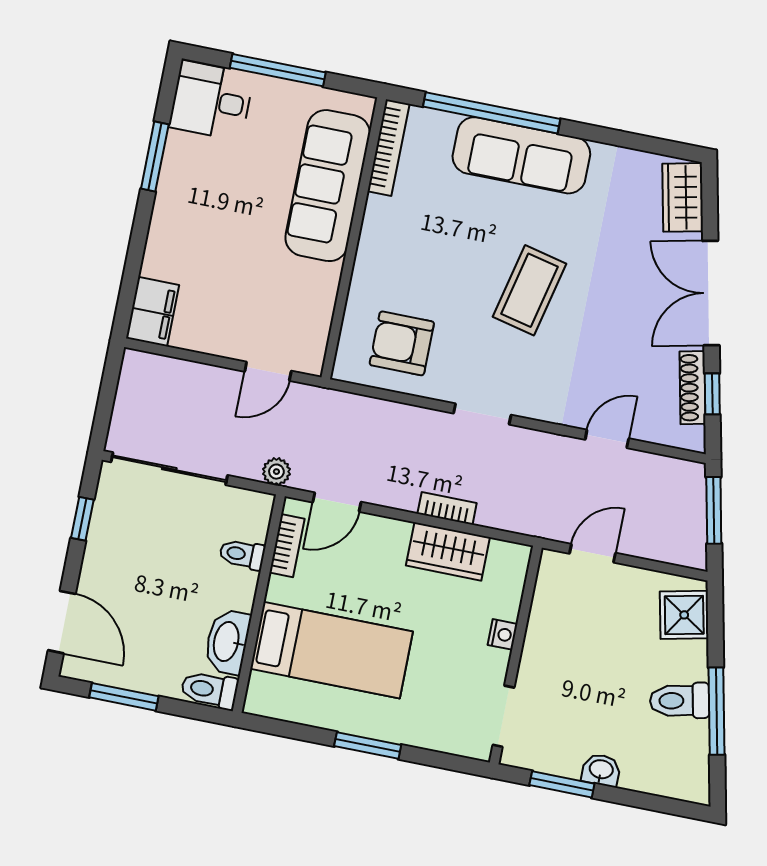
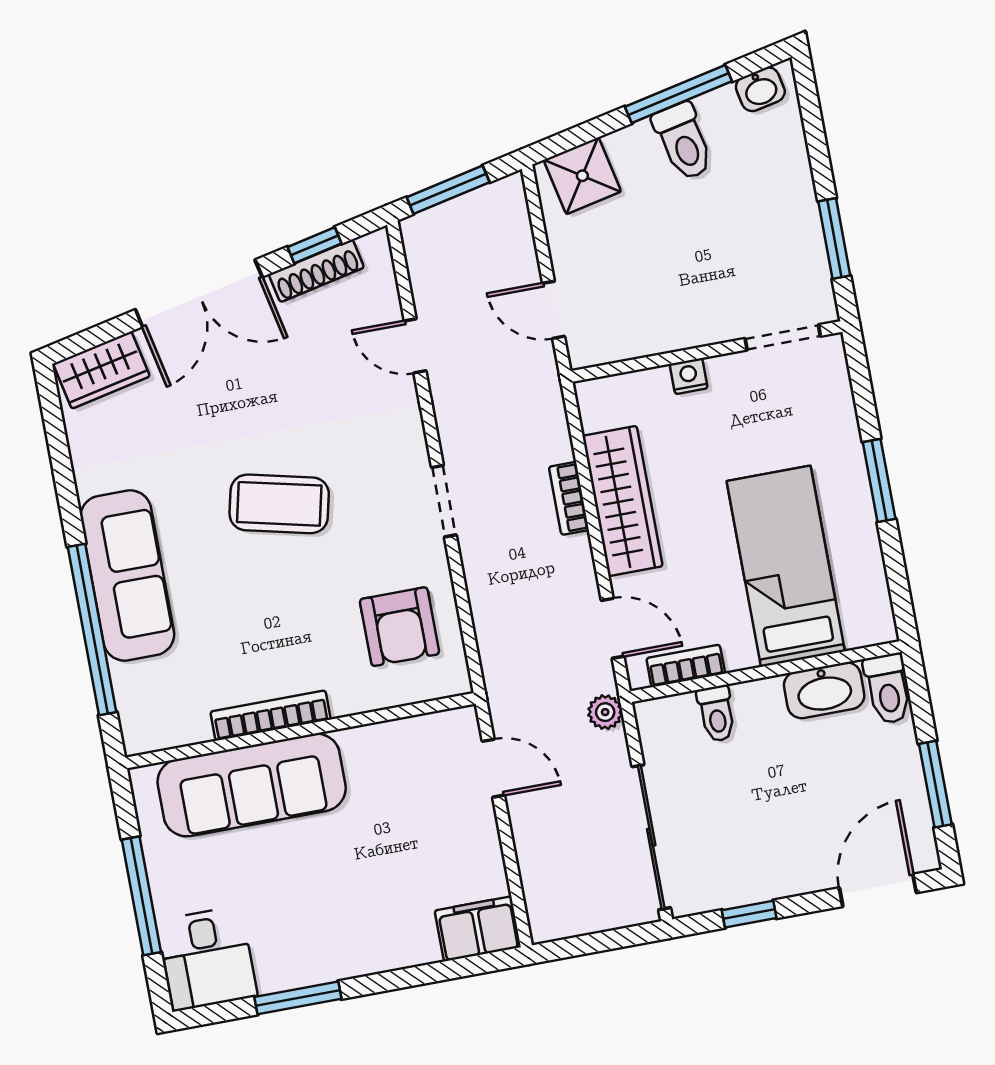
bookcase: (389, 148) -> (271, 716), moved
wardrobe: (448, 551) -> (623, 501), width x1.50
washbasin: (601, 770) -> (760, 89), moved, turned -102

